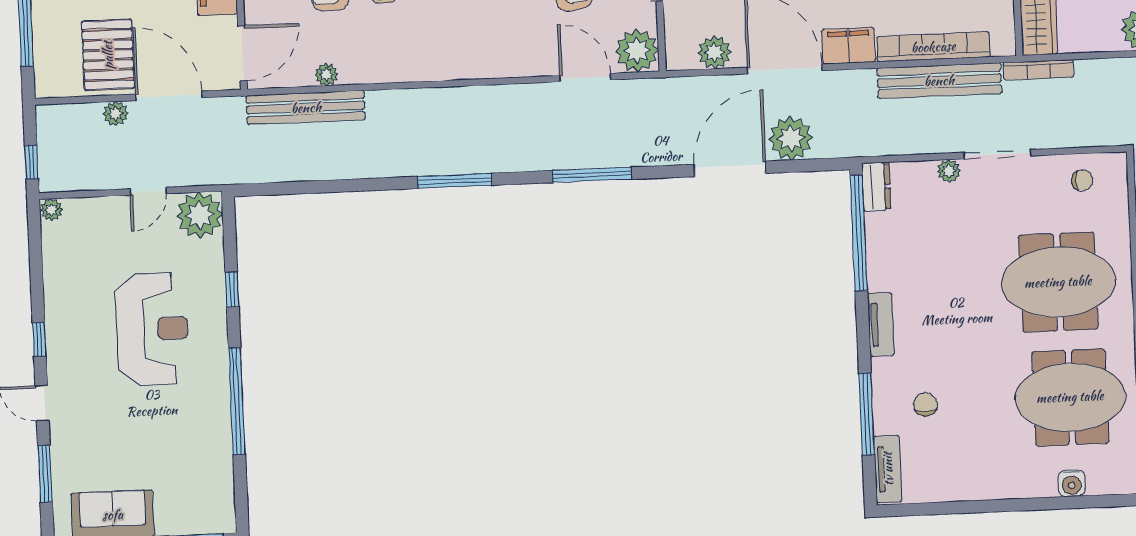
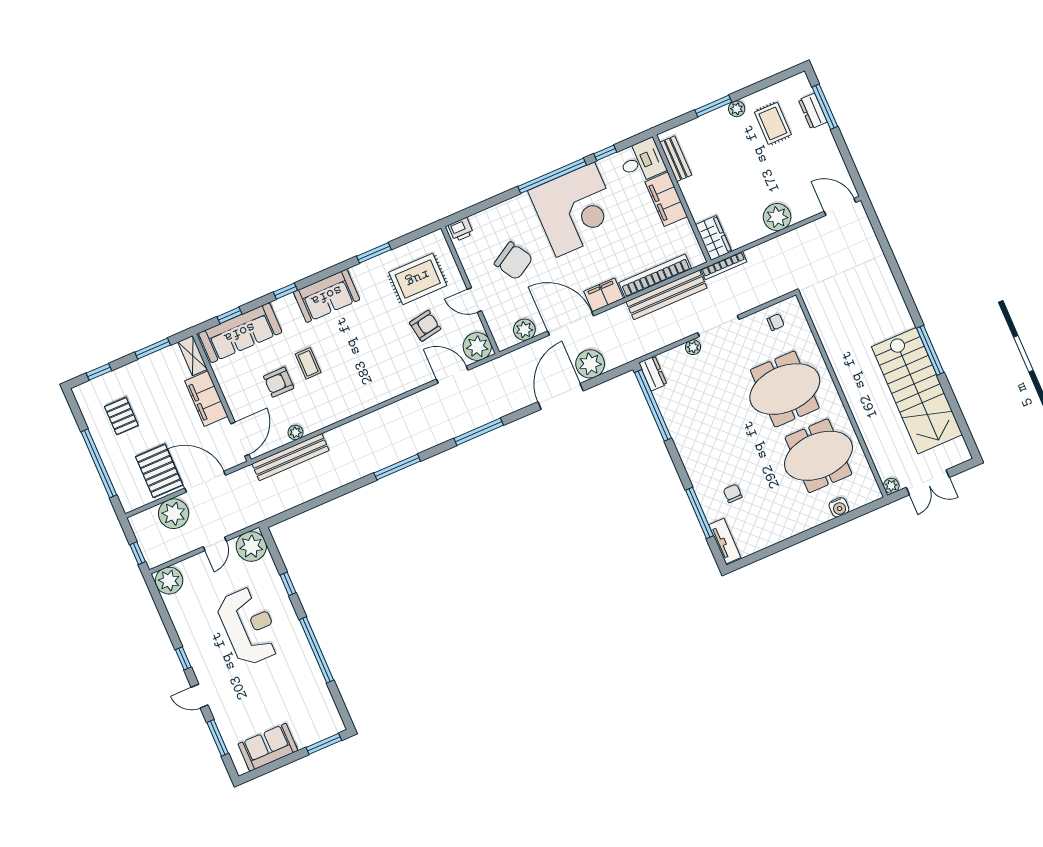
plant: (116, 114) -> (174, 514), width x1.87, depth x1.87
plant: (51, 210) -> (169, 581), width x1.88, depth x1.88
tv unit: (881, 325) -> (687, 456), removed

